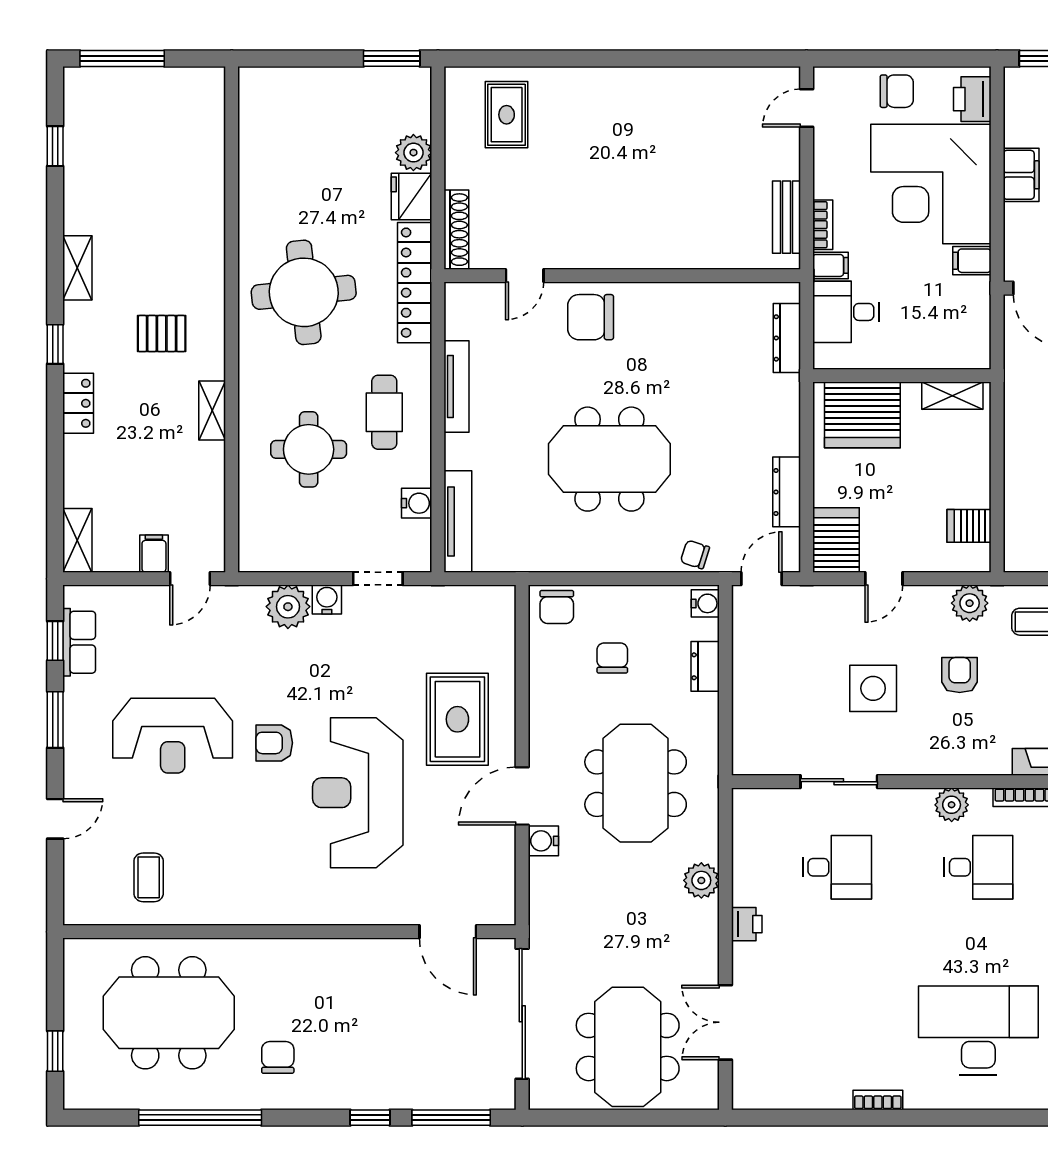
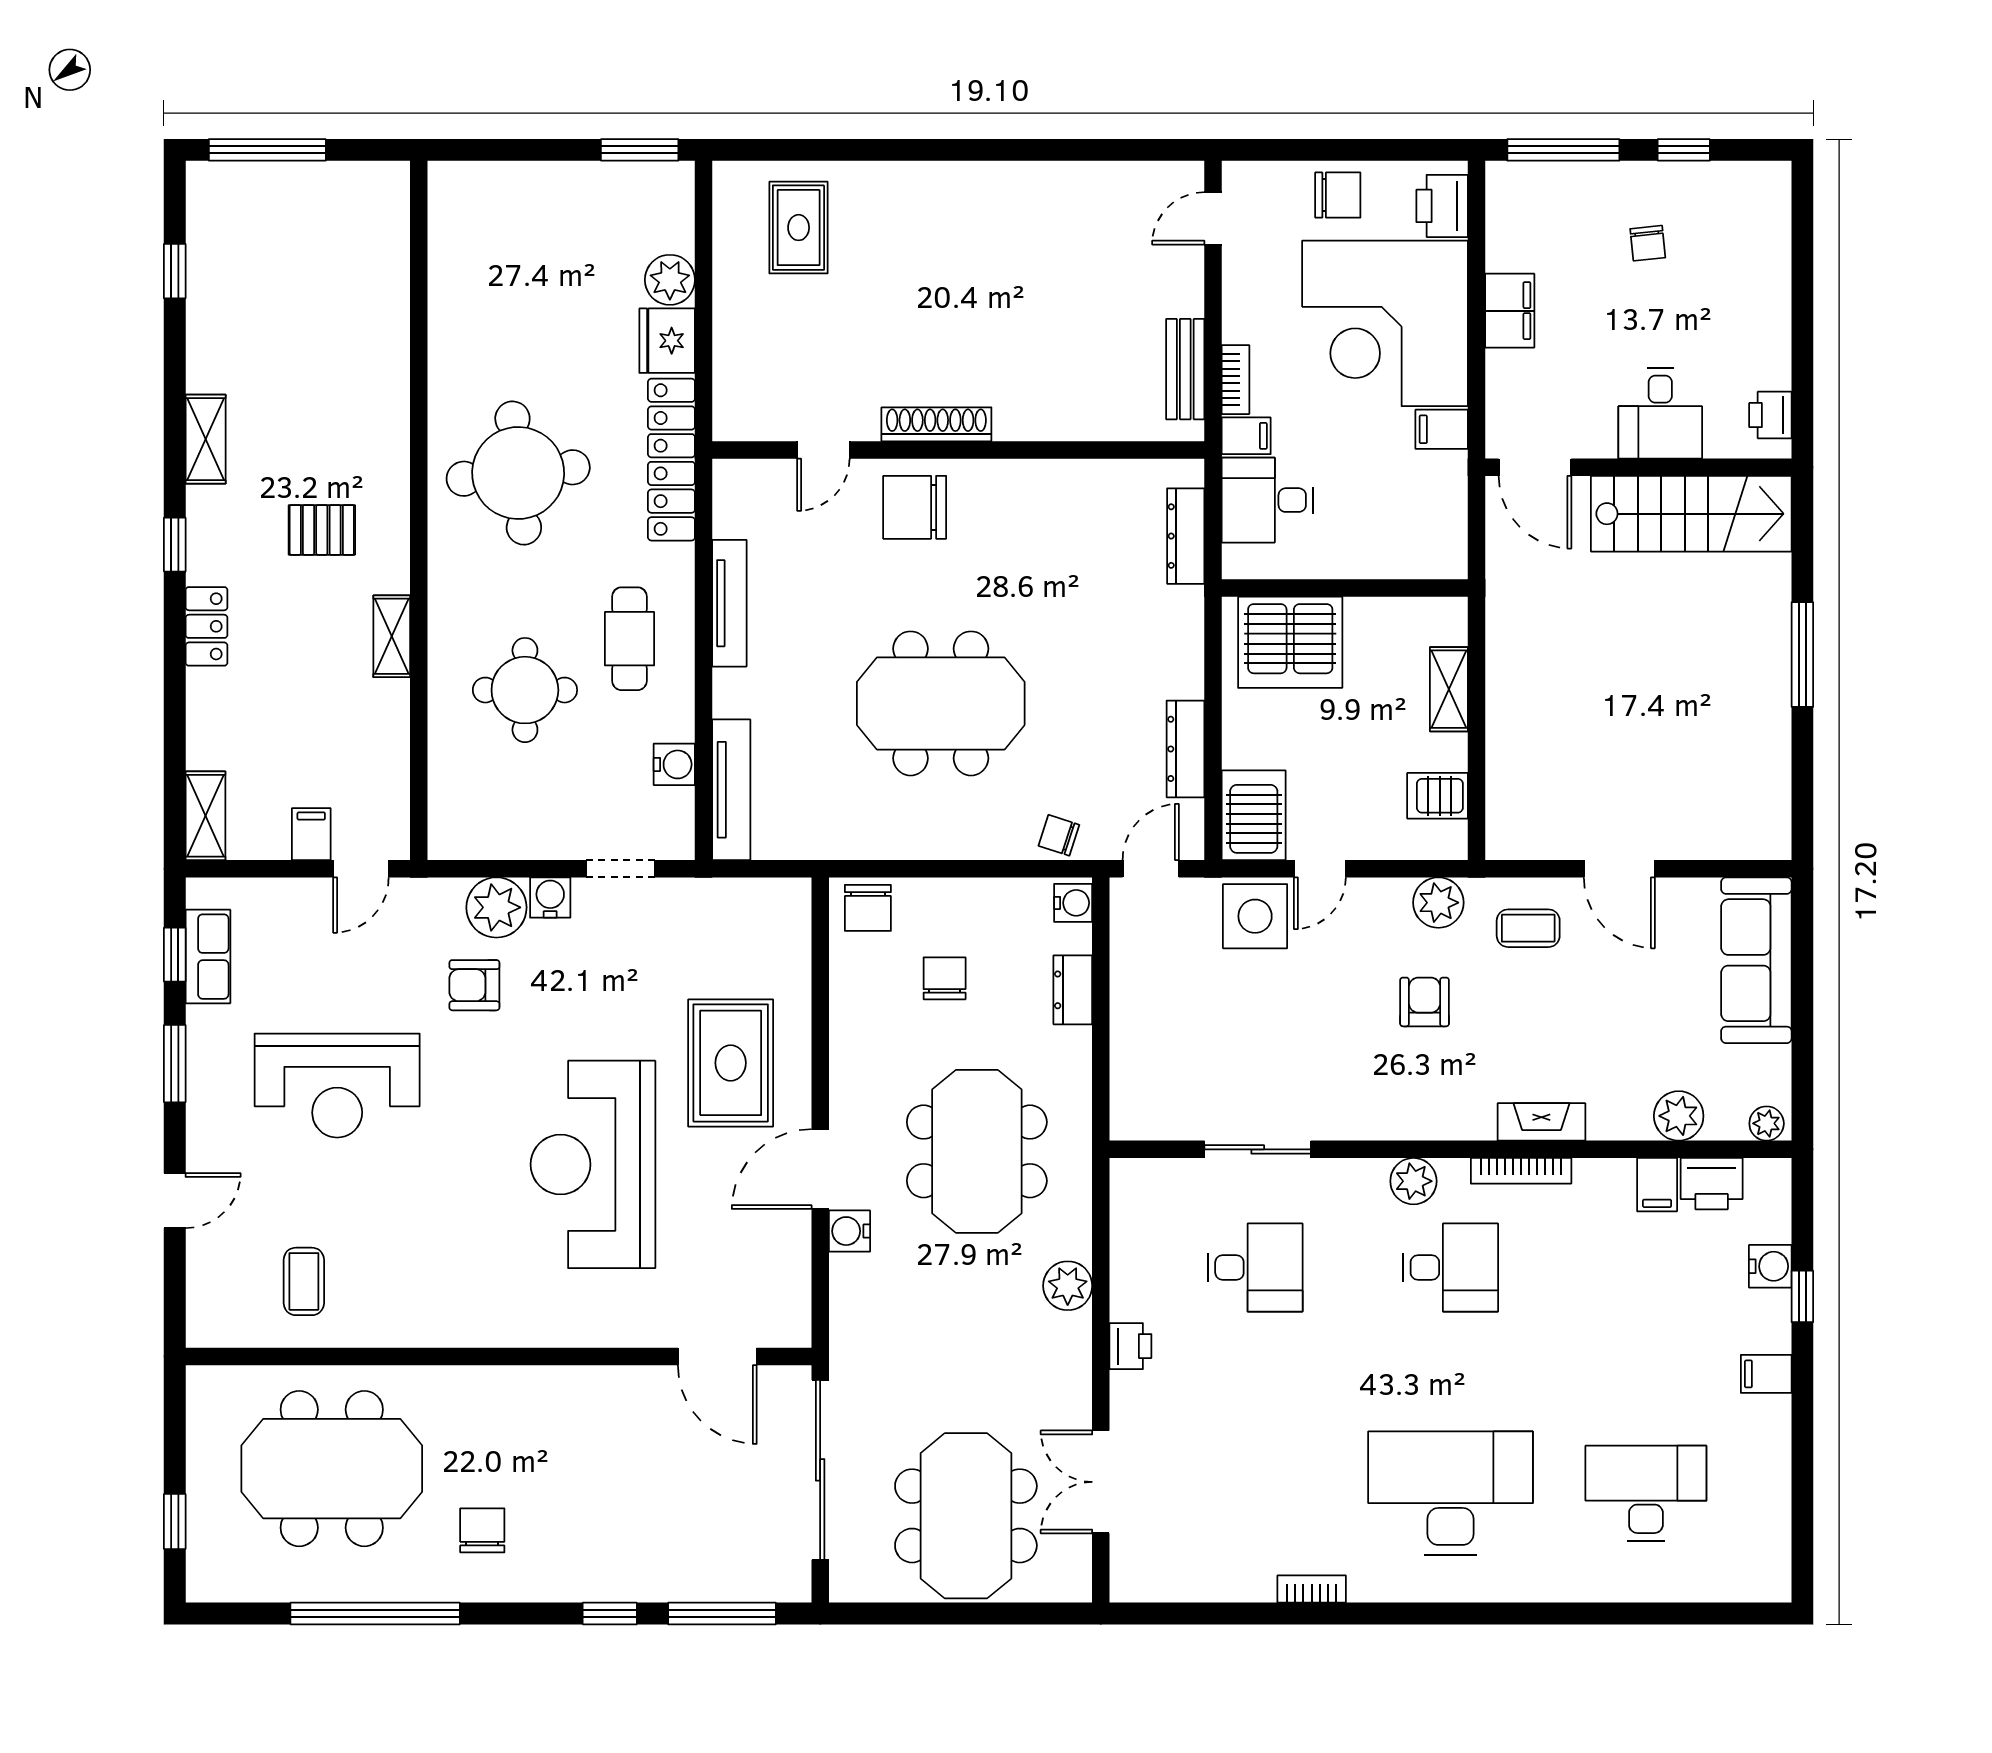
shoe rack: (456, 230) -> (936, 424), moved, turned -90
shelving: (952, 396) -> (1449, 689), moved, turned 90
side table: (873, 688) -> (1255, 916), moved
armchair: (274, 743) -> (474, 985), moved

